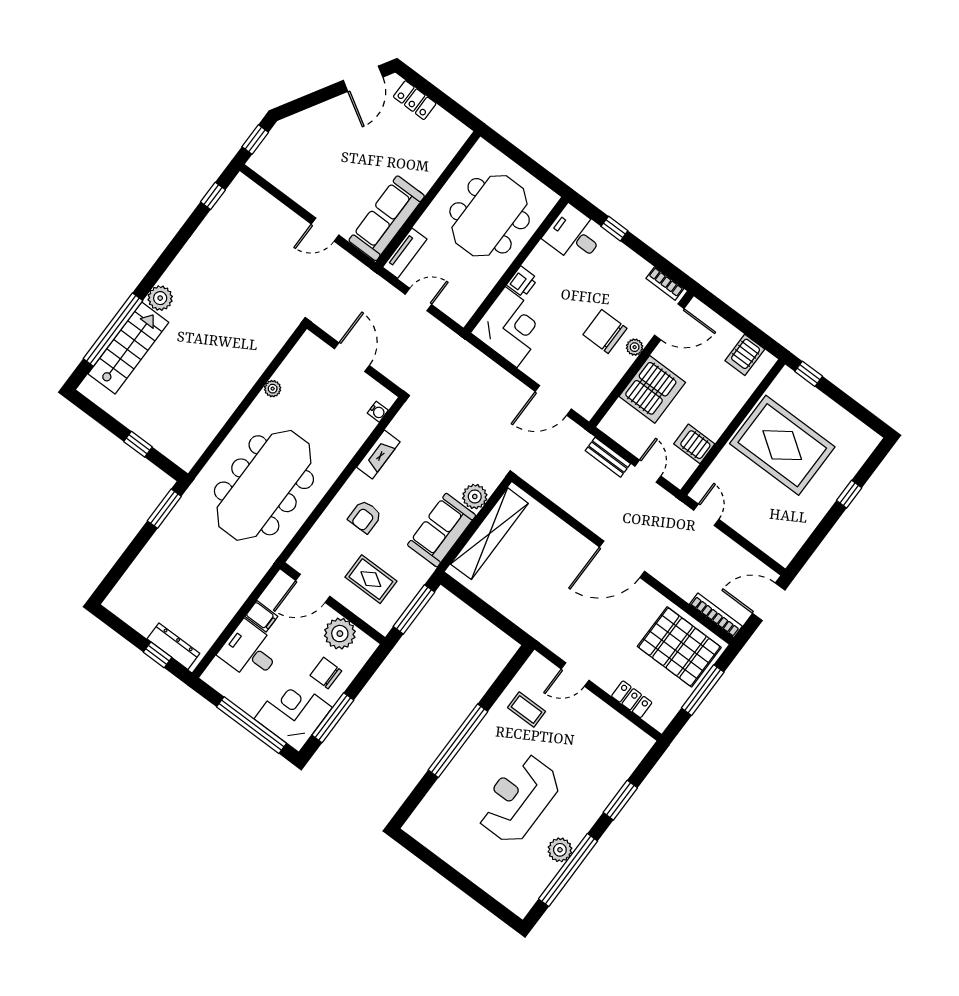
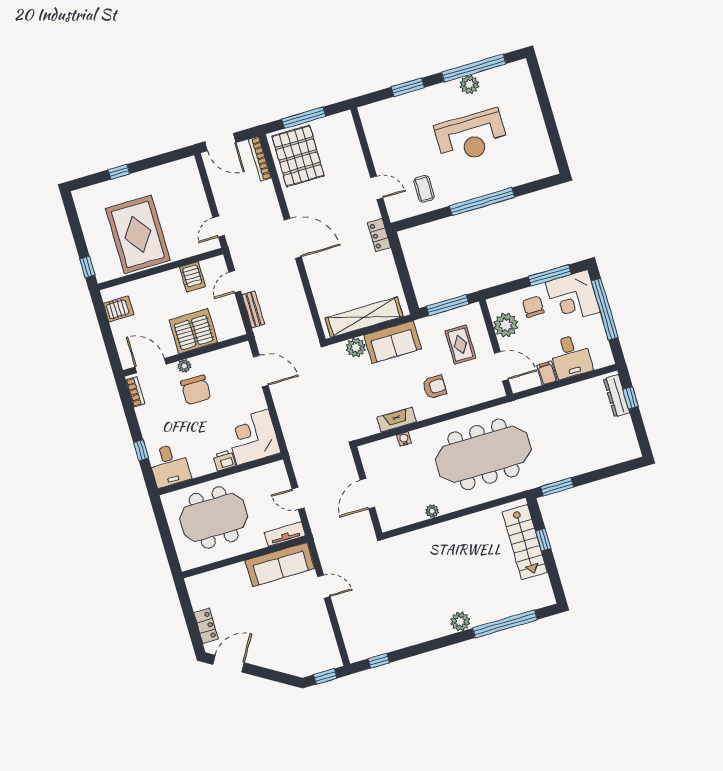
stairs: (128, 348) -> (525, 542), moved, turned -90
water cooler: (378, 412) -> (404, 439), moved
chair: (326, 673) -> (533, 307), turned 180
locker: (632, 699) -> (379, 235), moved

